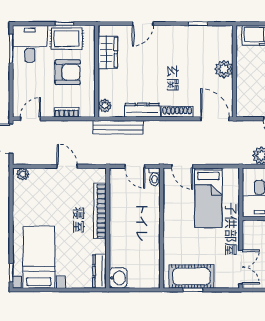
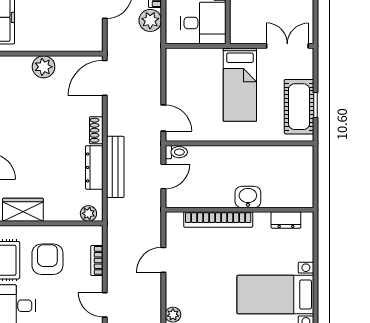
shoe rack: (177, 112) -> (96, 130), width x0.70
bench: (118, 127) -> (115, 167), moved
door: (182, 166) -> (163, 118), hinge flipped
bed: (208, 198) -> (240, 85), moved, turned 90
dresser: (99, 271) -> (286, 220), width x0.70
washbasin: (118, 278) -> (248, 197), moved

